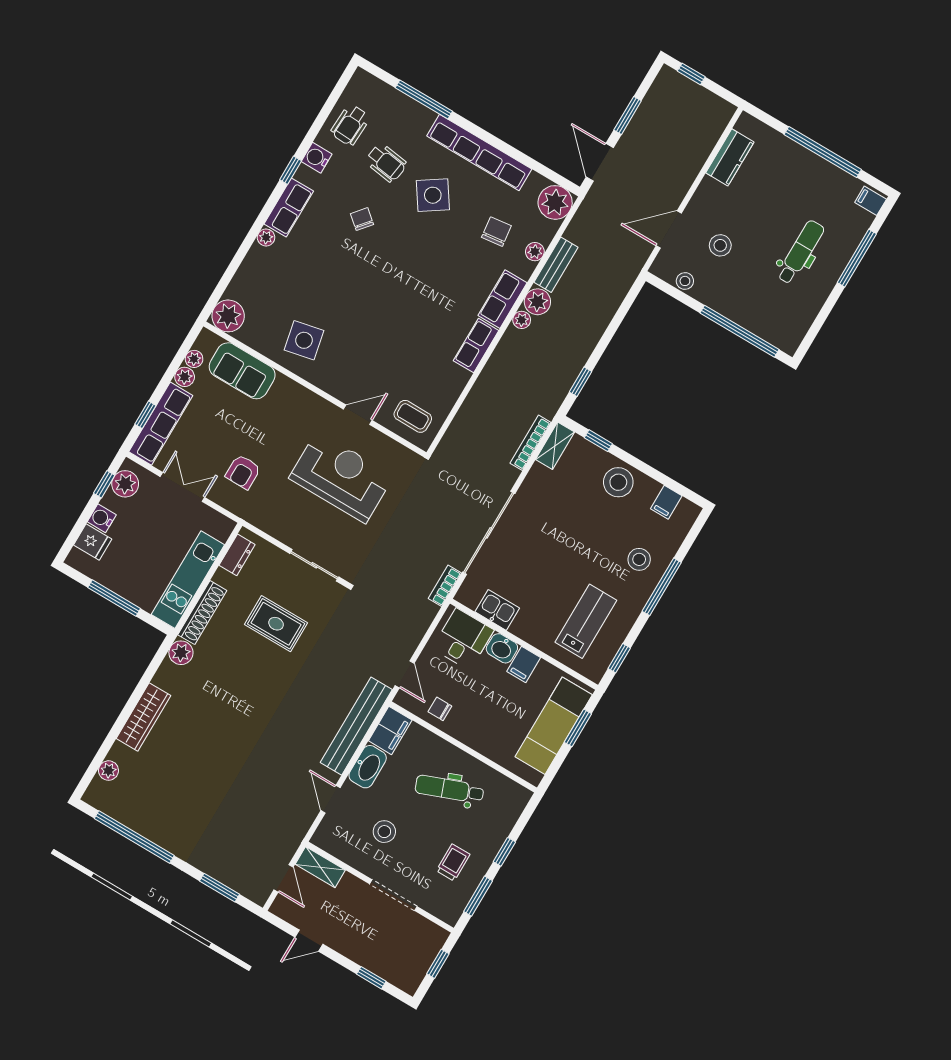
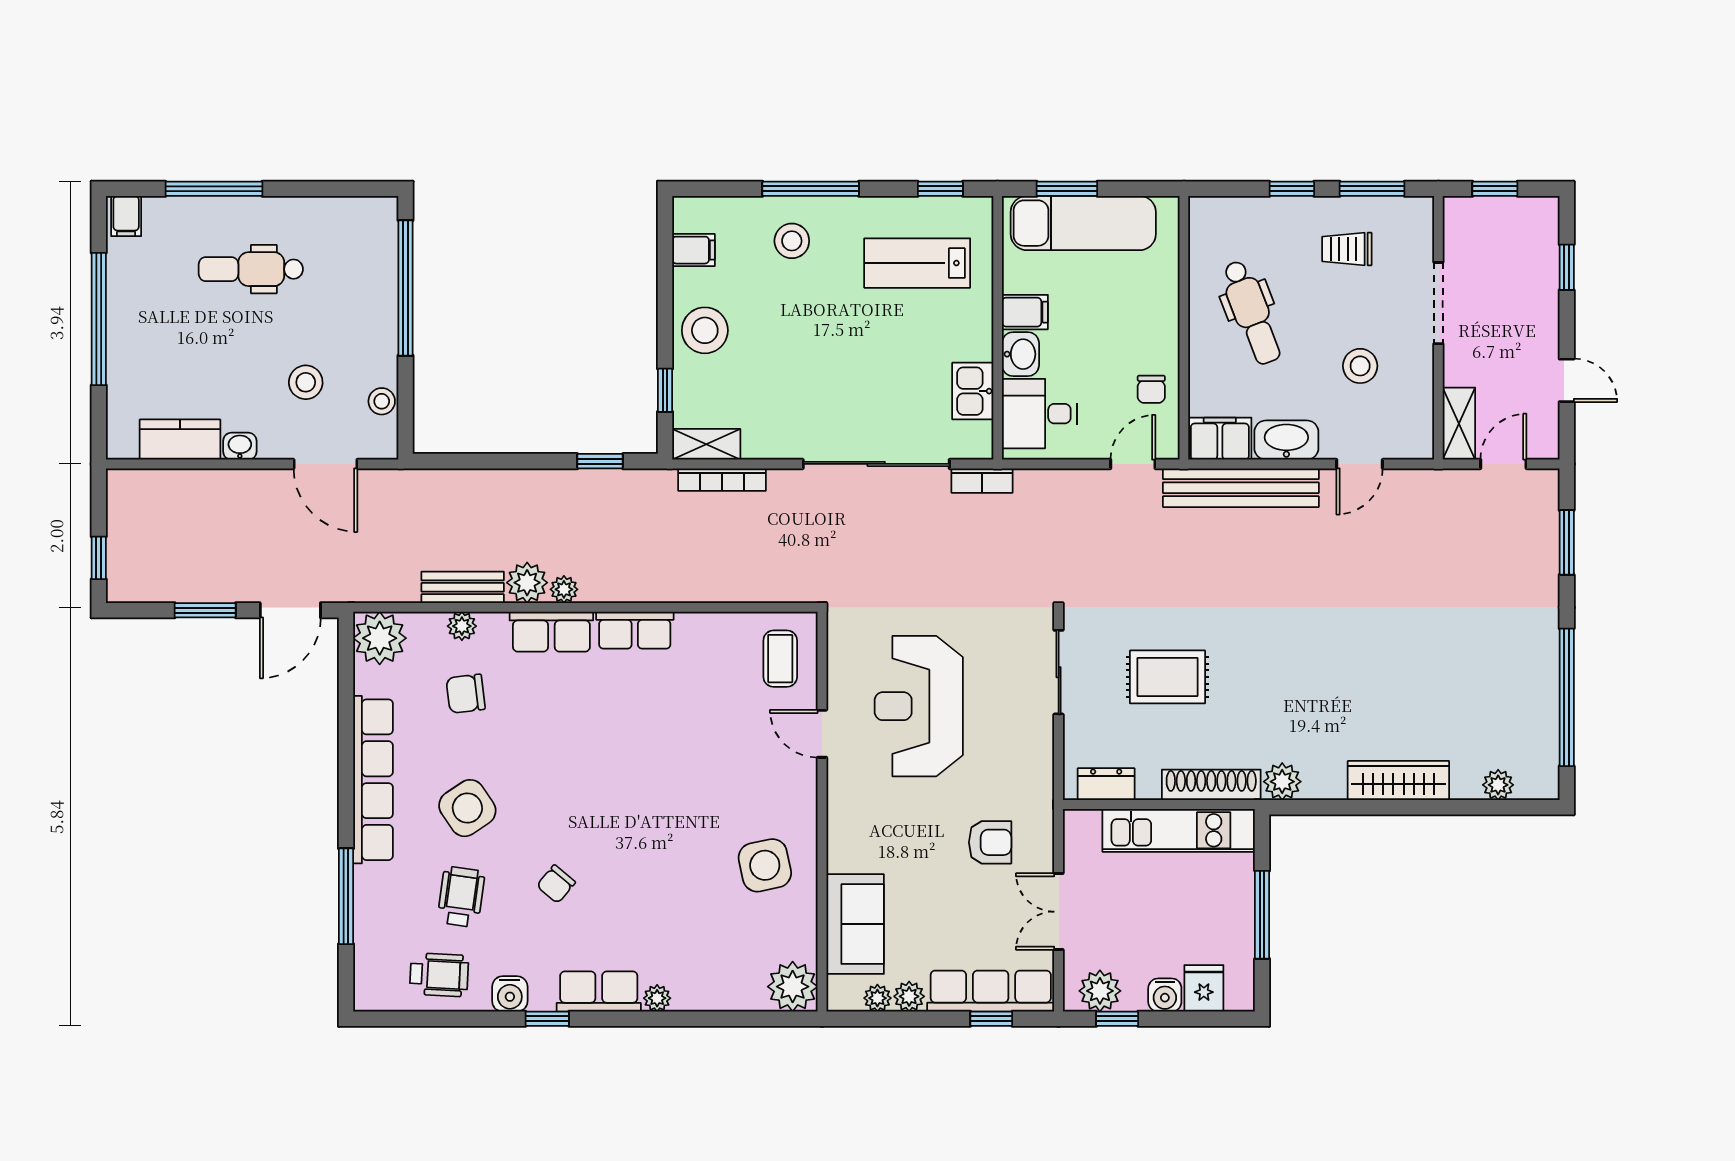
washbasin: (707, 188) -> (240, 446), added
rug: (276, 624) -> (1168, 677), turned 90

